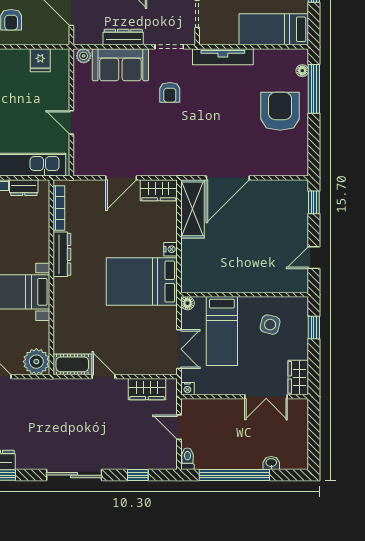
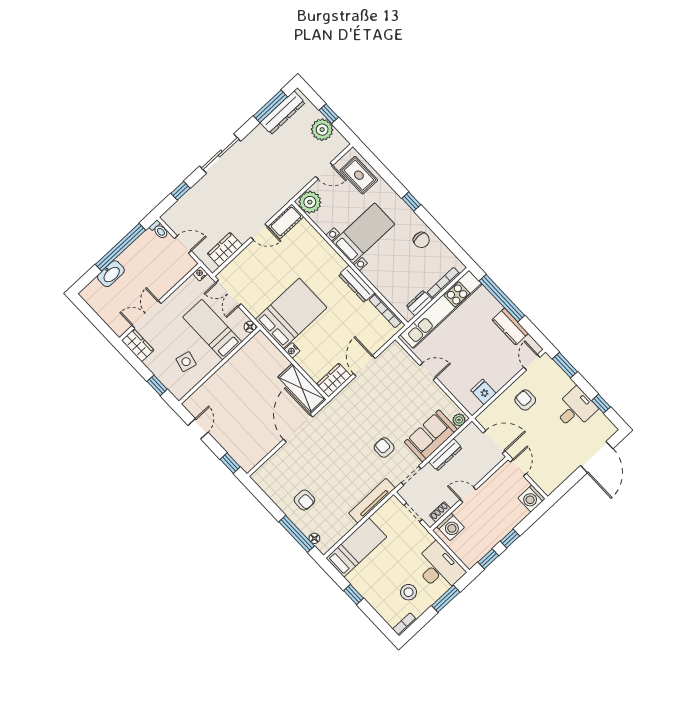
armchair: (280, 111) -> (304, 500), width x0.53, depth x0.53
washbasin: (271, 463) -> (111, 274), width x1.91, depth x1.45

